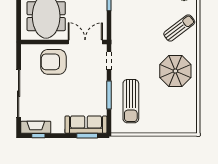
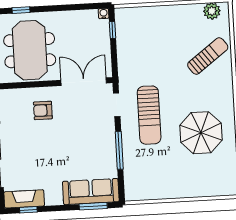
armchair: (53, 62) -> (43, 110), width x0.53, depth x0.53
parasol: (175, 71) -> (201, 133), moved
sun lounger: (131, 101) -> (149, 115), moved

